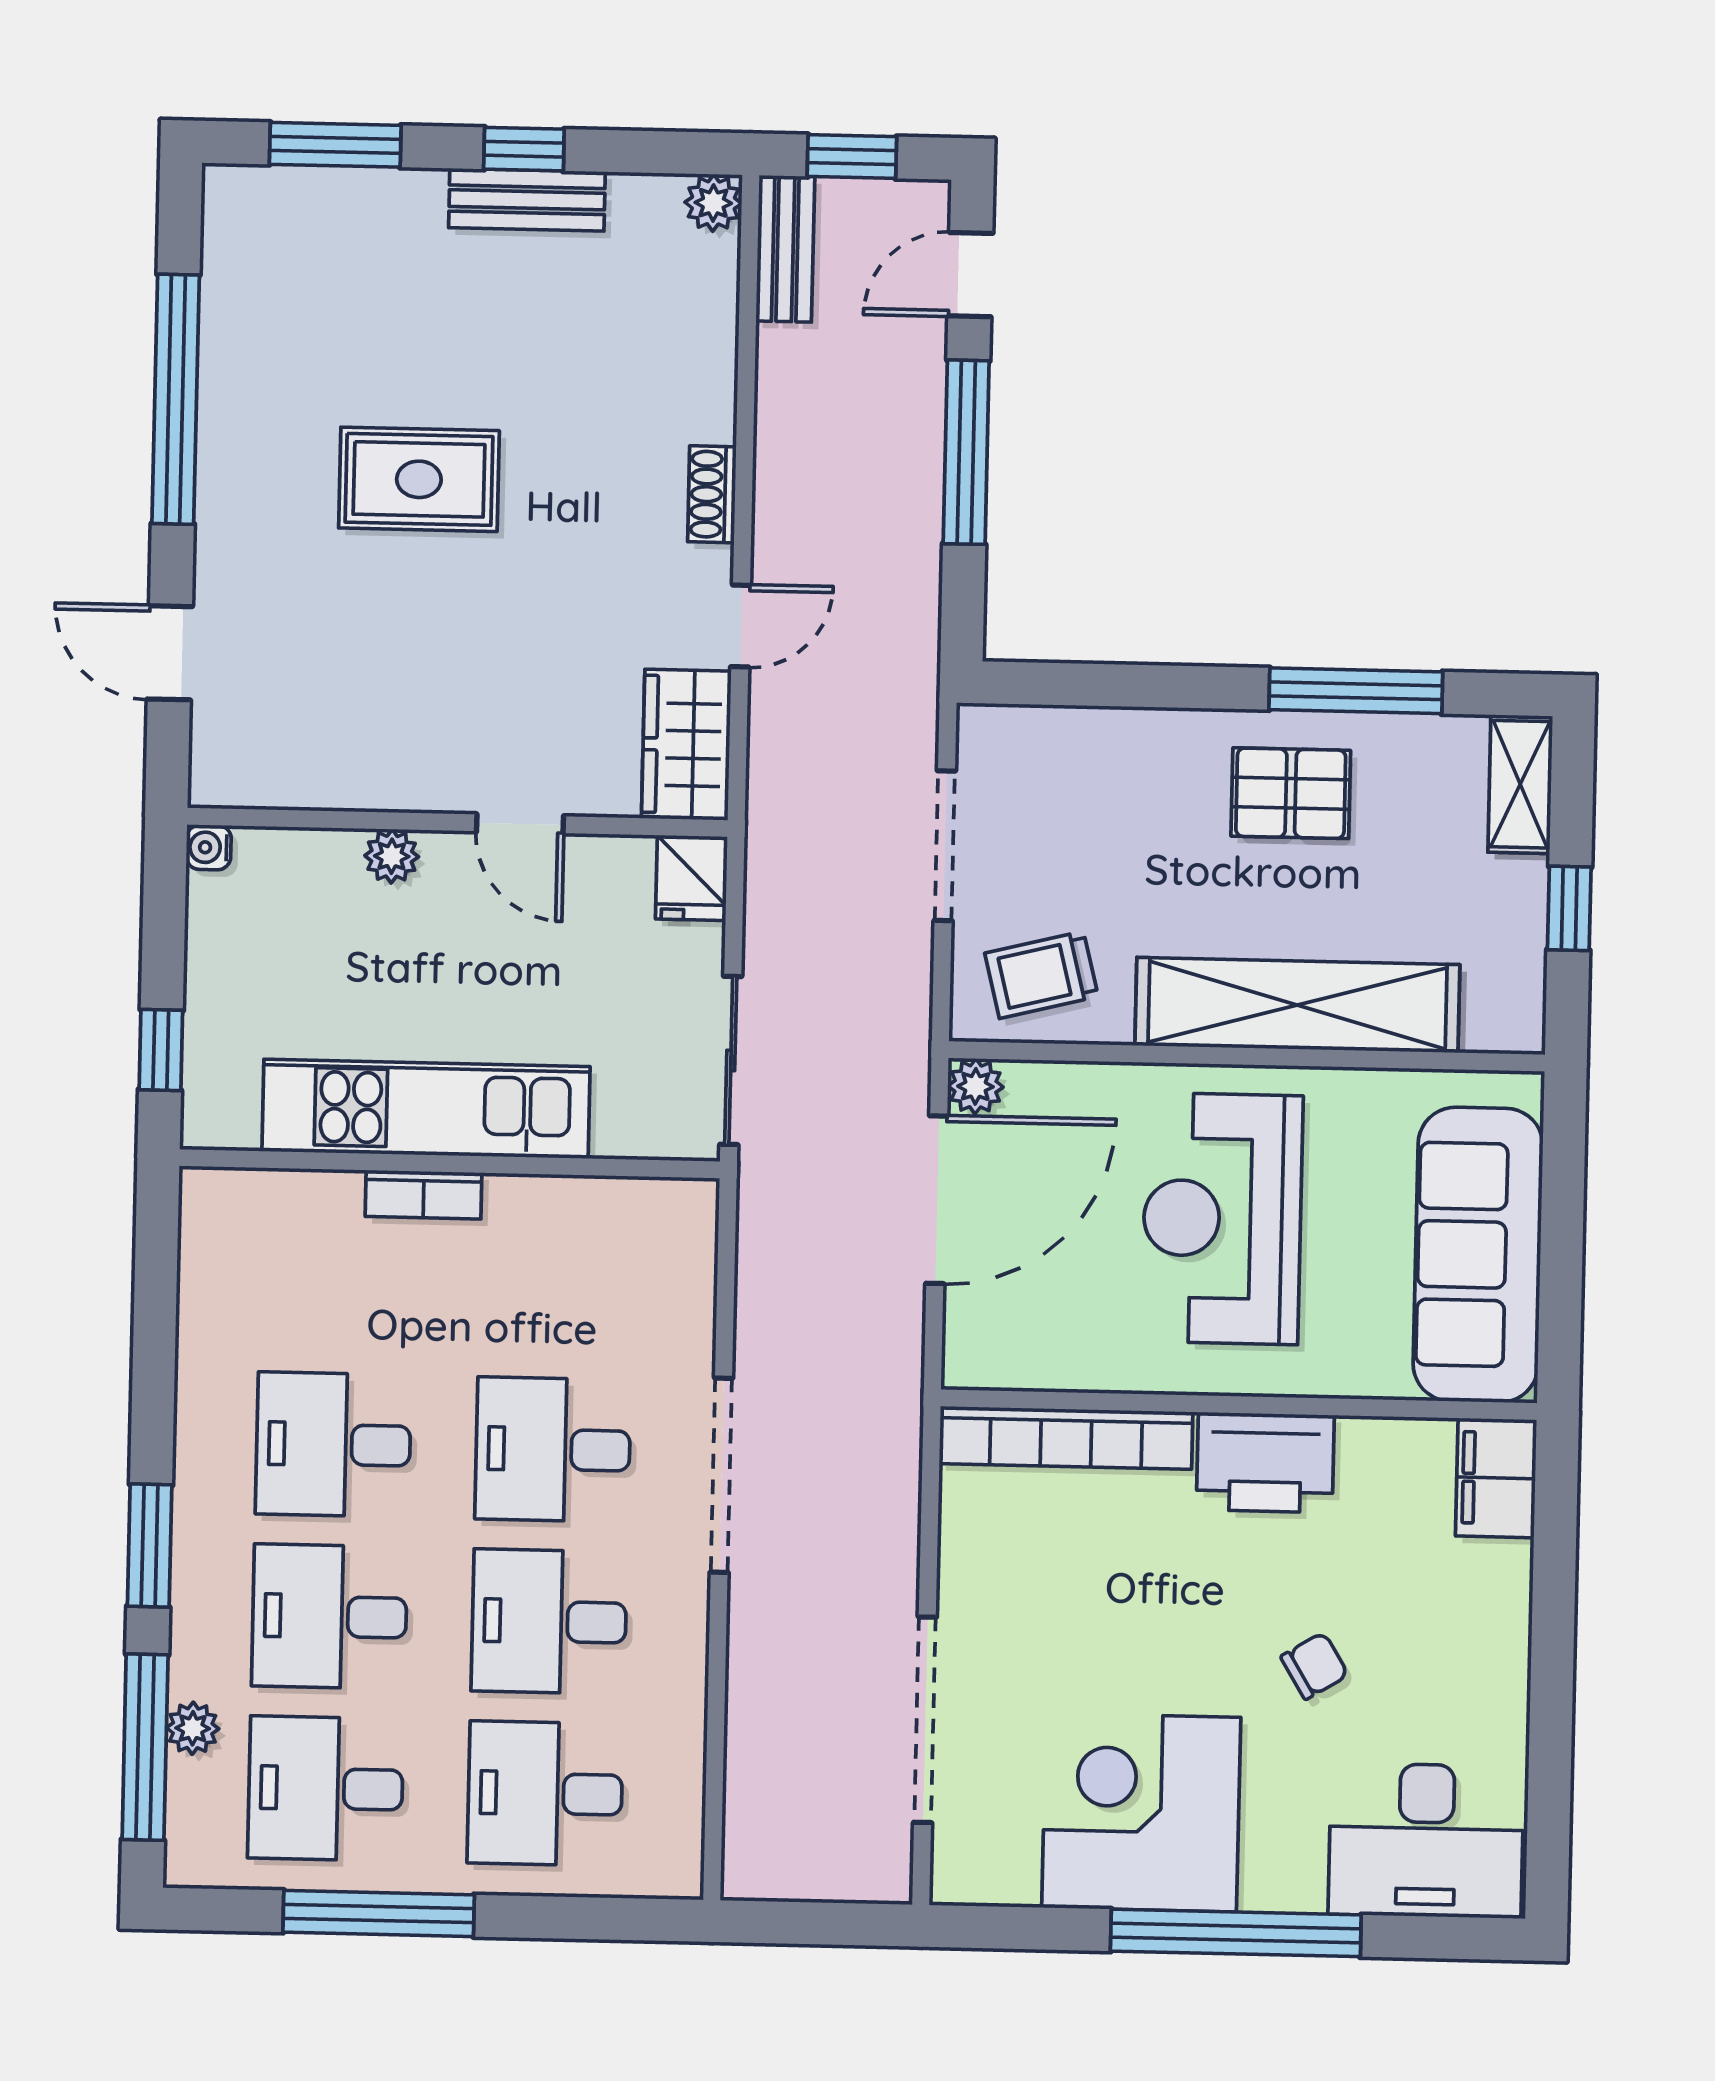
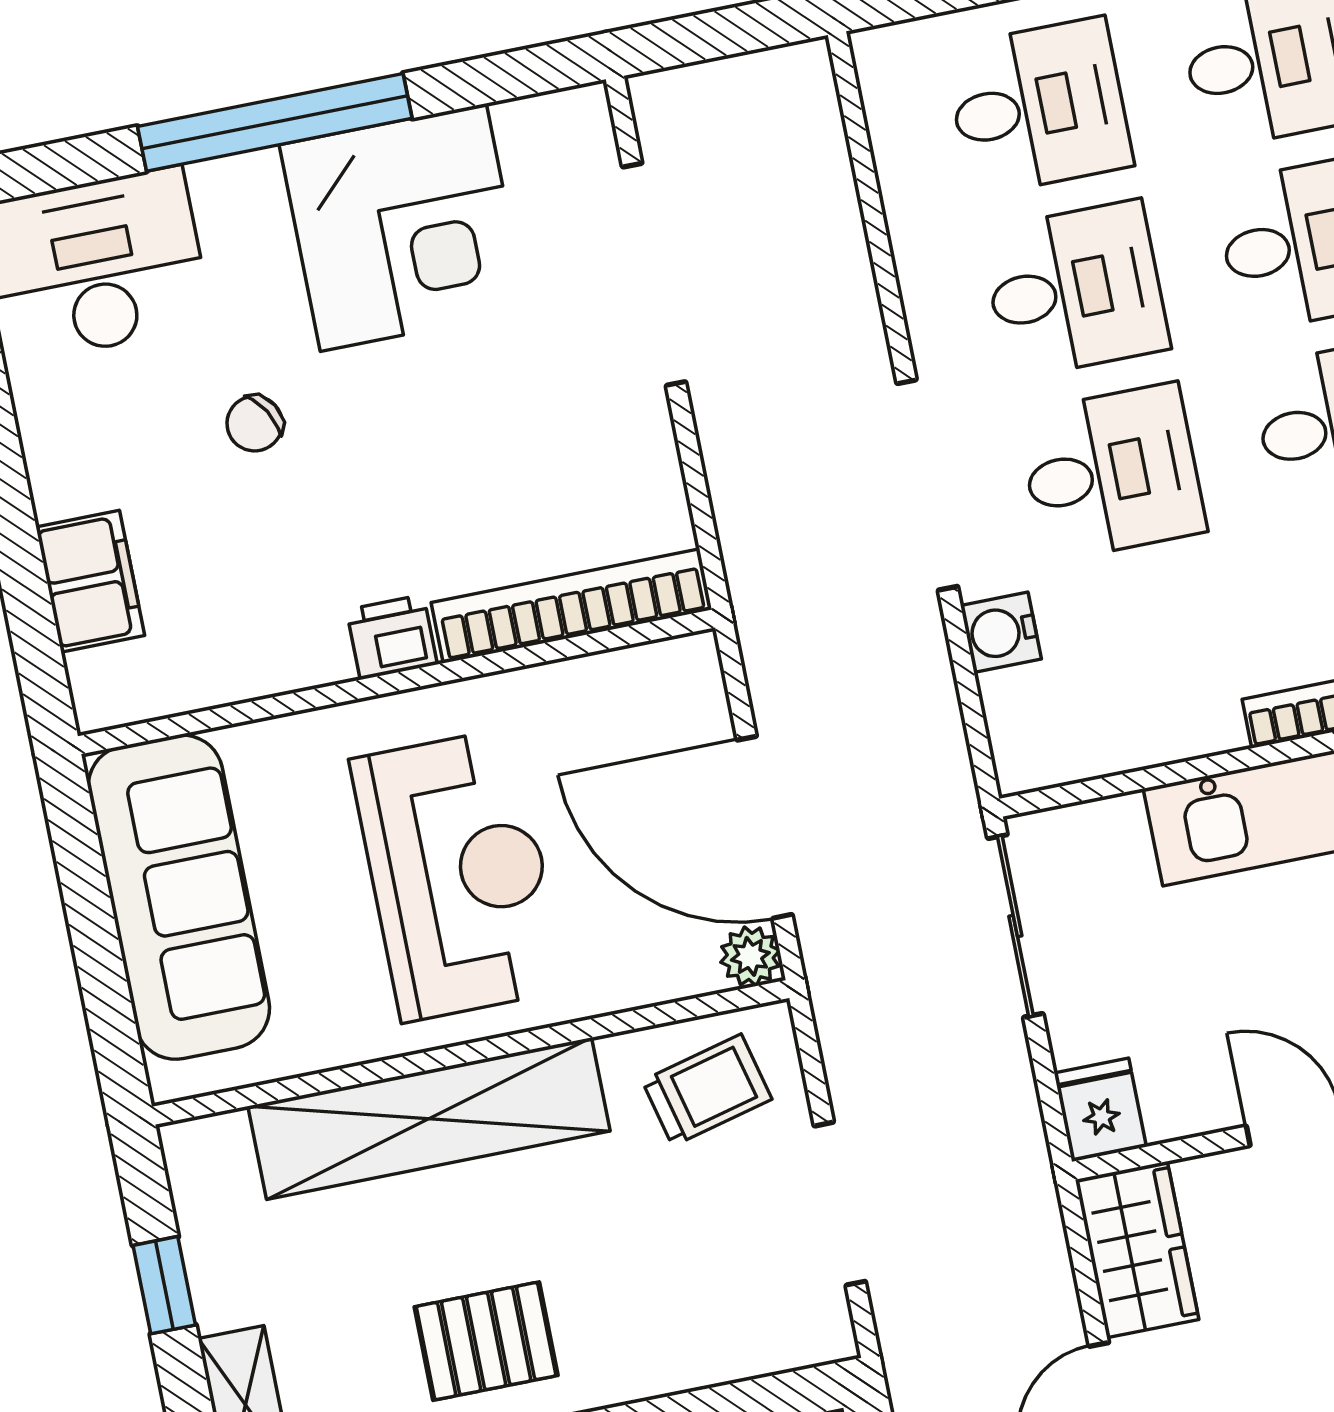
door: (937, 1200) -> (765, 827), hinge flipped
water cooler: (685, 1328) -> (1001, 632), added
printer: (1265, 1462) -> (392, 637), width x0.53, depth x0.68
filing cabinet: (1496, 1478) -> (90, 581), moved

